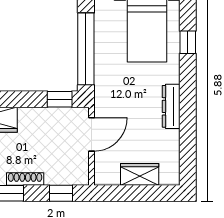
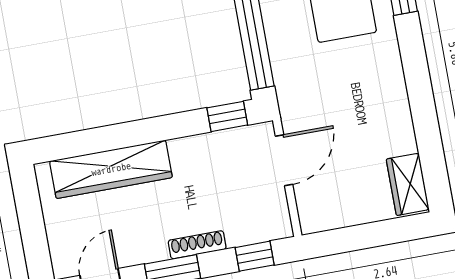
dresser: (171, 106) -> (395, 97), removed
wardrobe: (140, 174) -> (408, 184), moved, turned -90

